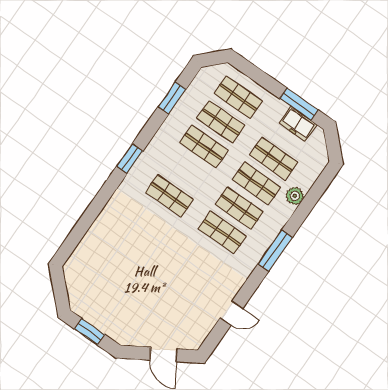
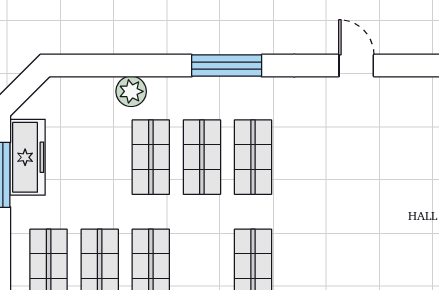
freezer: (298, 124) -> (28, 157), width x1.40
shop shelf: (274, 159) -> (100, 157), removed

